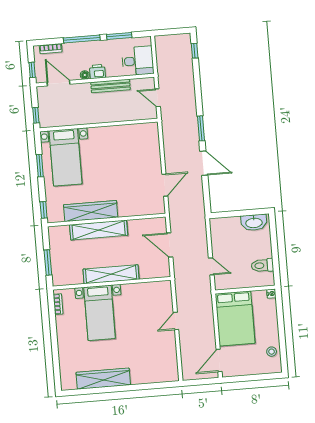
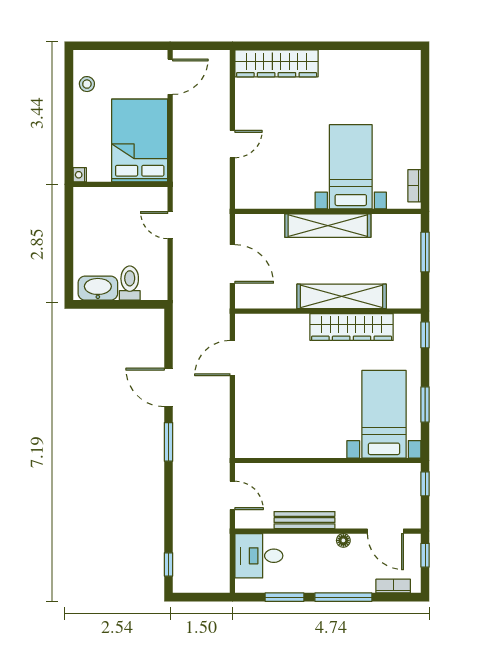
printer: (97, 71) -> (323, 544), removed
toilet: (262, 265) -> (130, 283), moved, turned -90
wardrobe: (103, 379) -> (277, 63), moved

